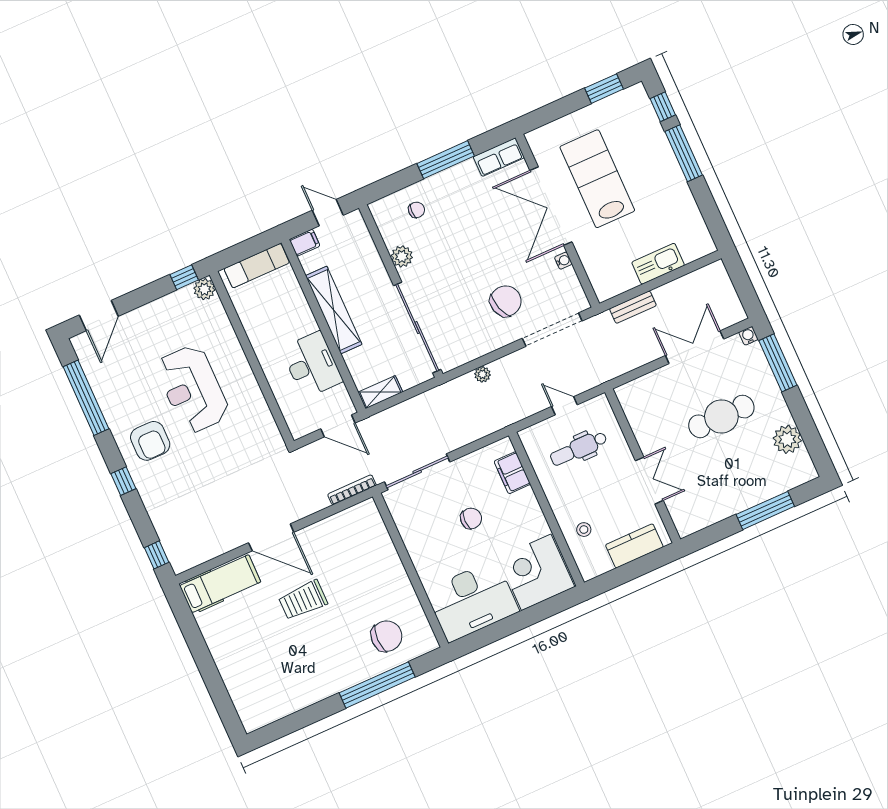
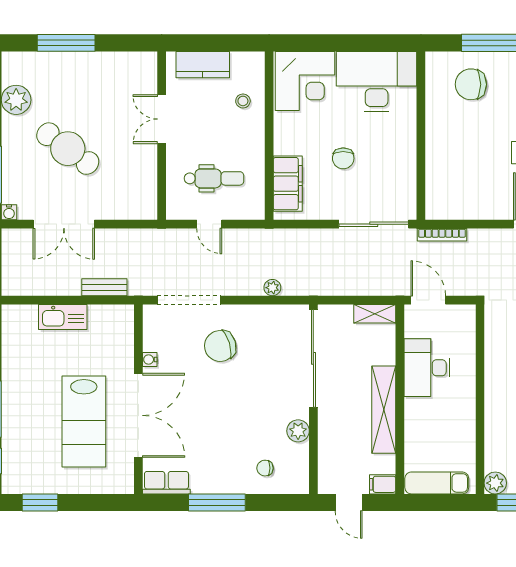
cafe table: (721, 416) -> (68, 149), turned 36
filing cabinet: (512, 473) -> (288, 184), width x1.50, depth x1.17
chair: (471, 518) -> (343, 158), turned -90

